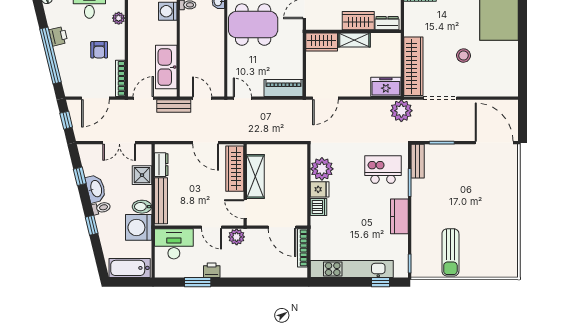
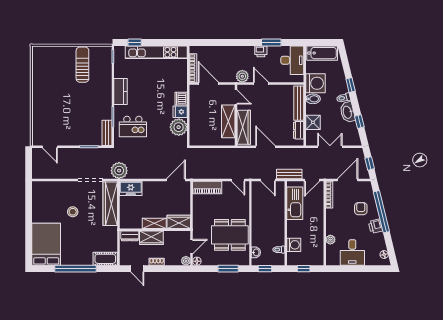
armchair: (99, 50) -> (361, 209), moved
door: (494, 143) -> (50, 147), width x0.53
desk: (174, 244) -> (292, 60), moved, turned -90

